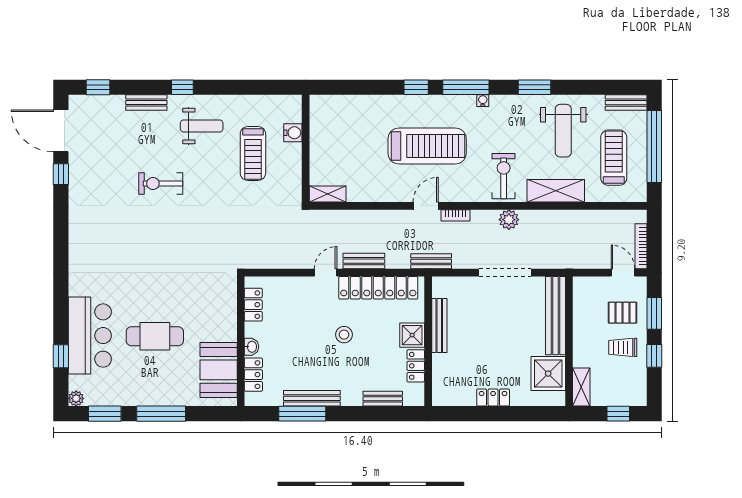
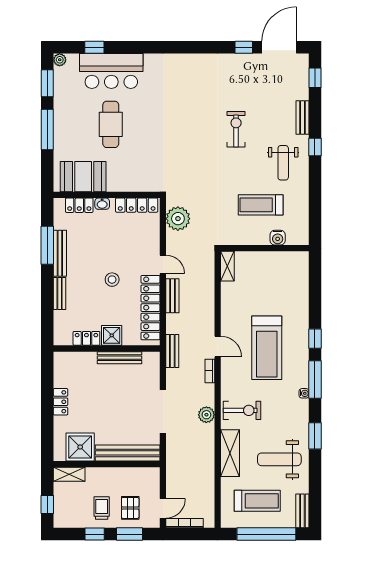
plant: (270, 254) -> (178, 219), added
locker: (253, 305) -> (137, 205), width x1.53
bench: (383, 399) -> (60, 294), moved

